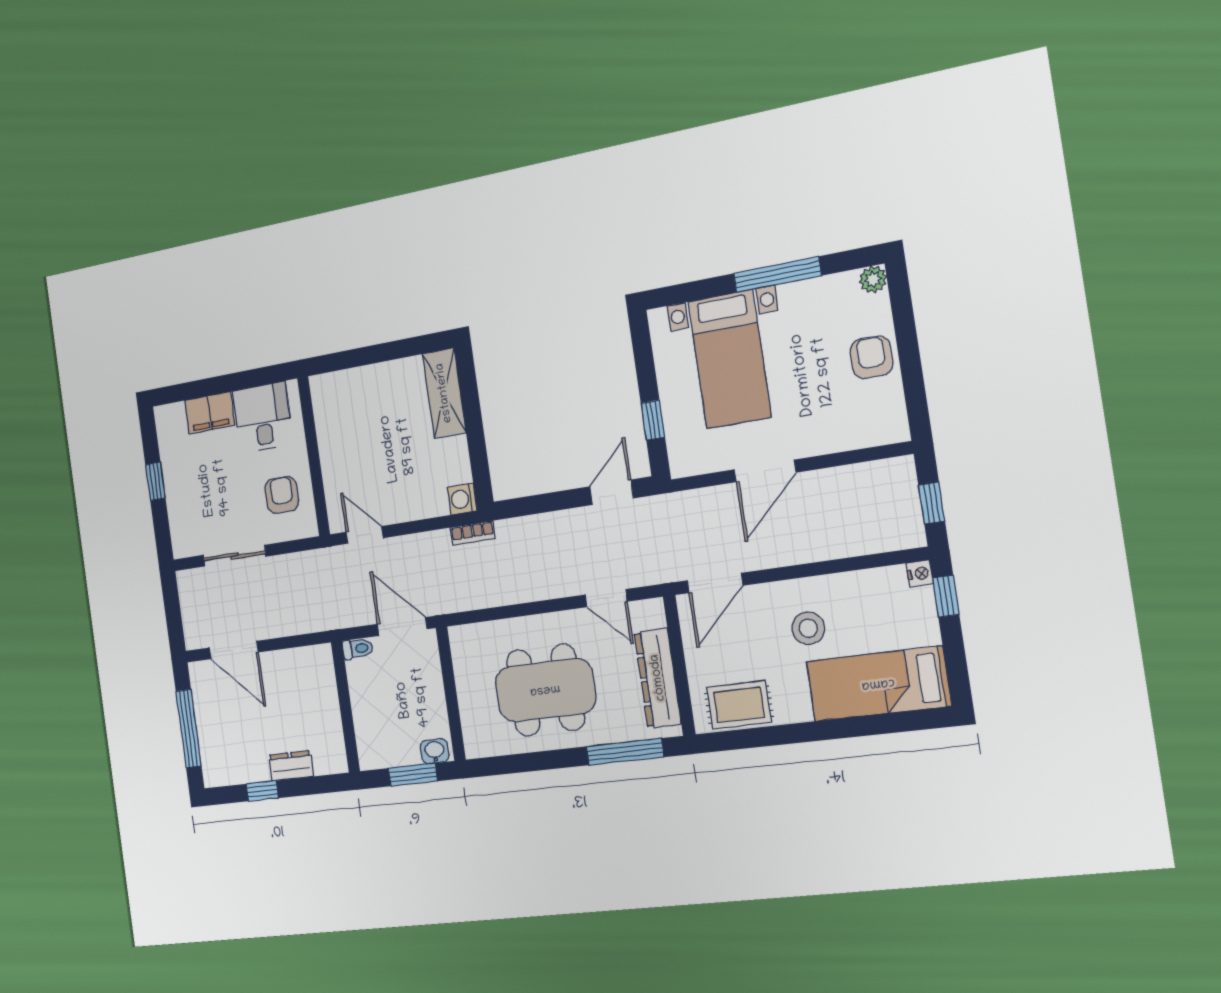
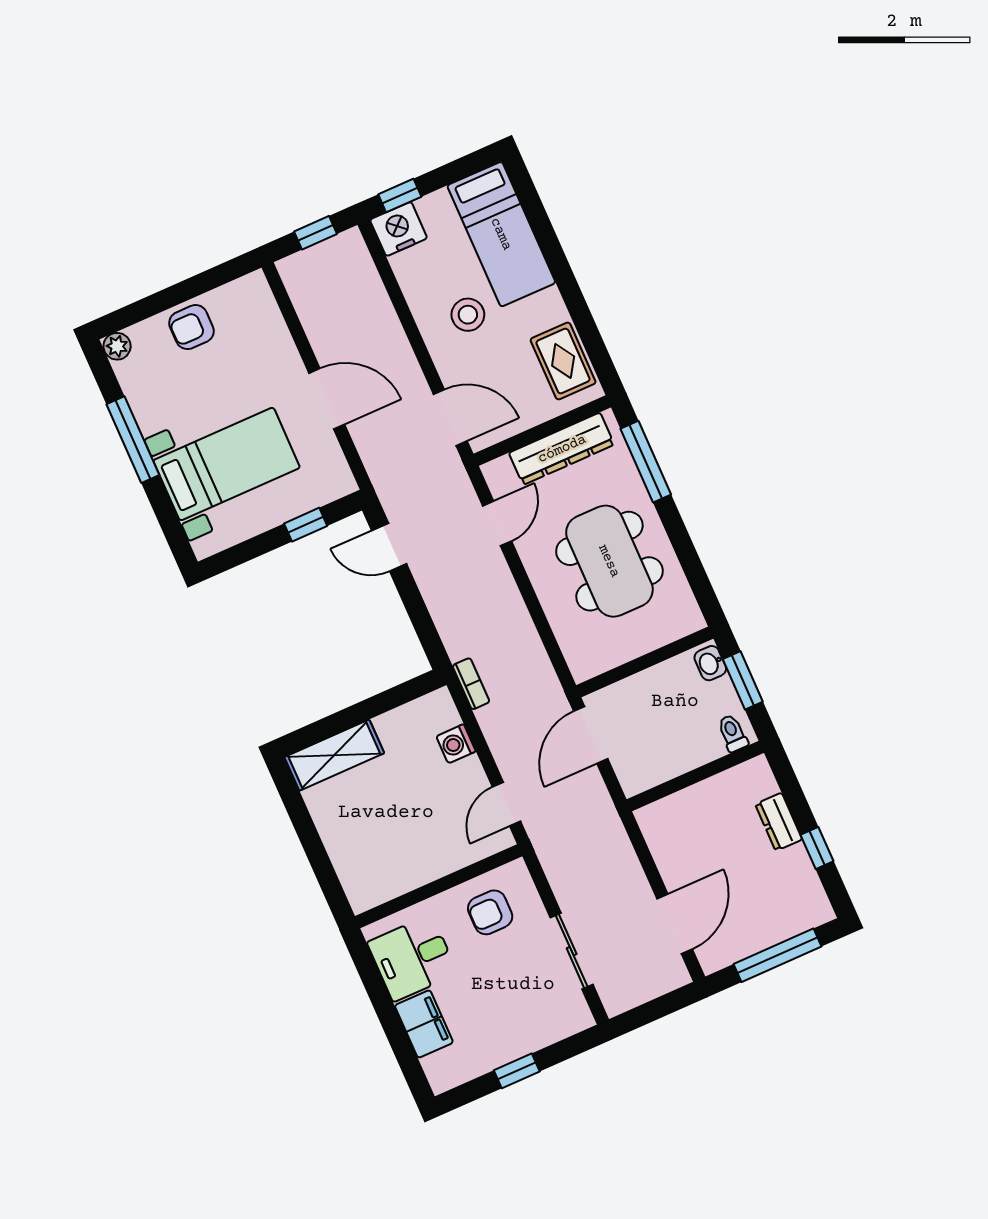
washing machine: (462, 499) -> (456, 744), moved, turned 90
nightstand: (920, 574) -> (399, 229), width x1.89, depth x1.79
toilet: (358, 649) -> (733, 733), moved

